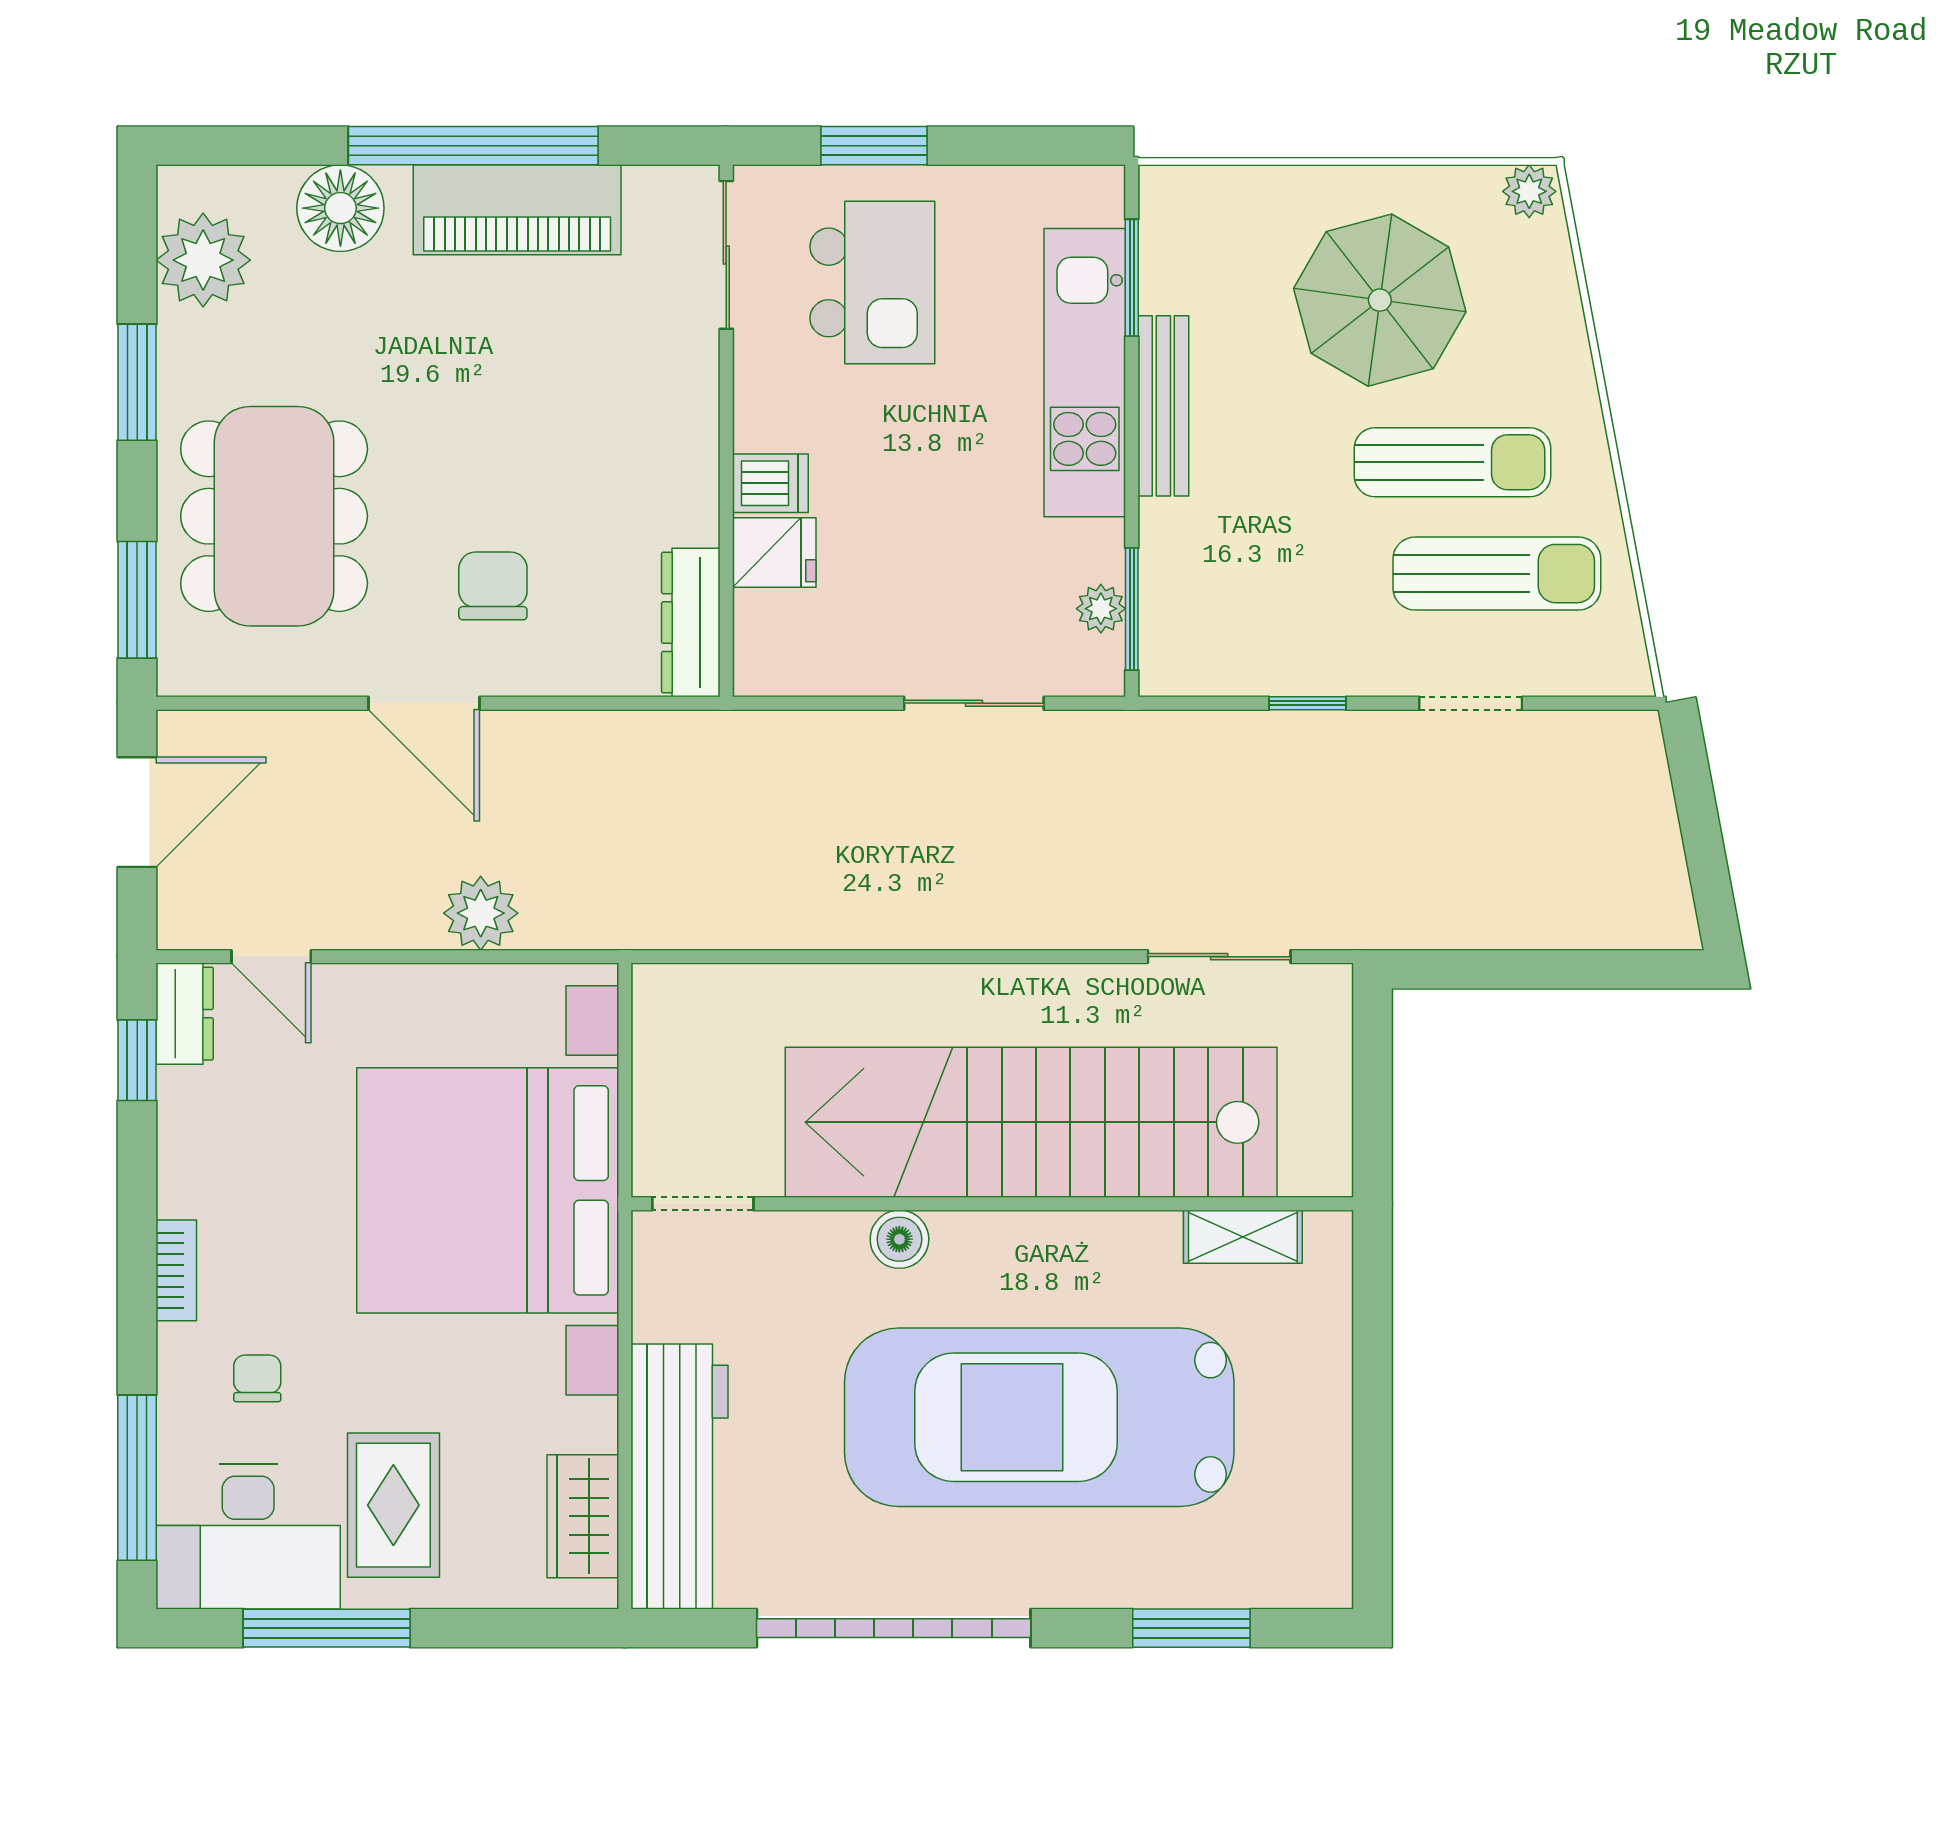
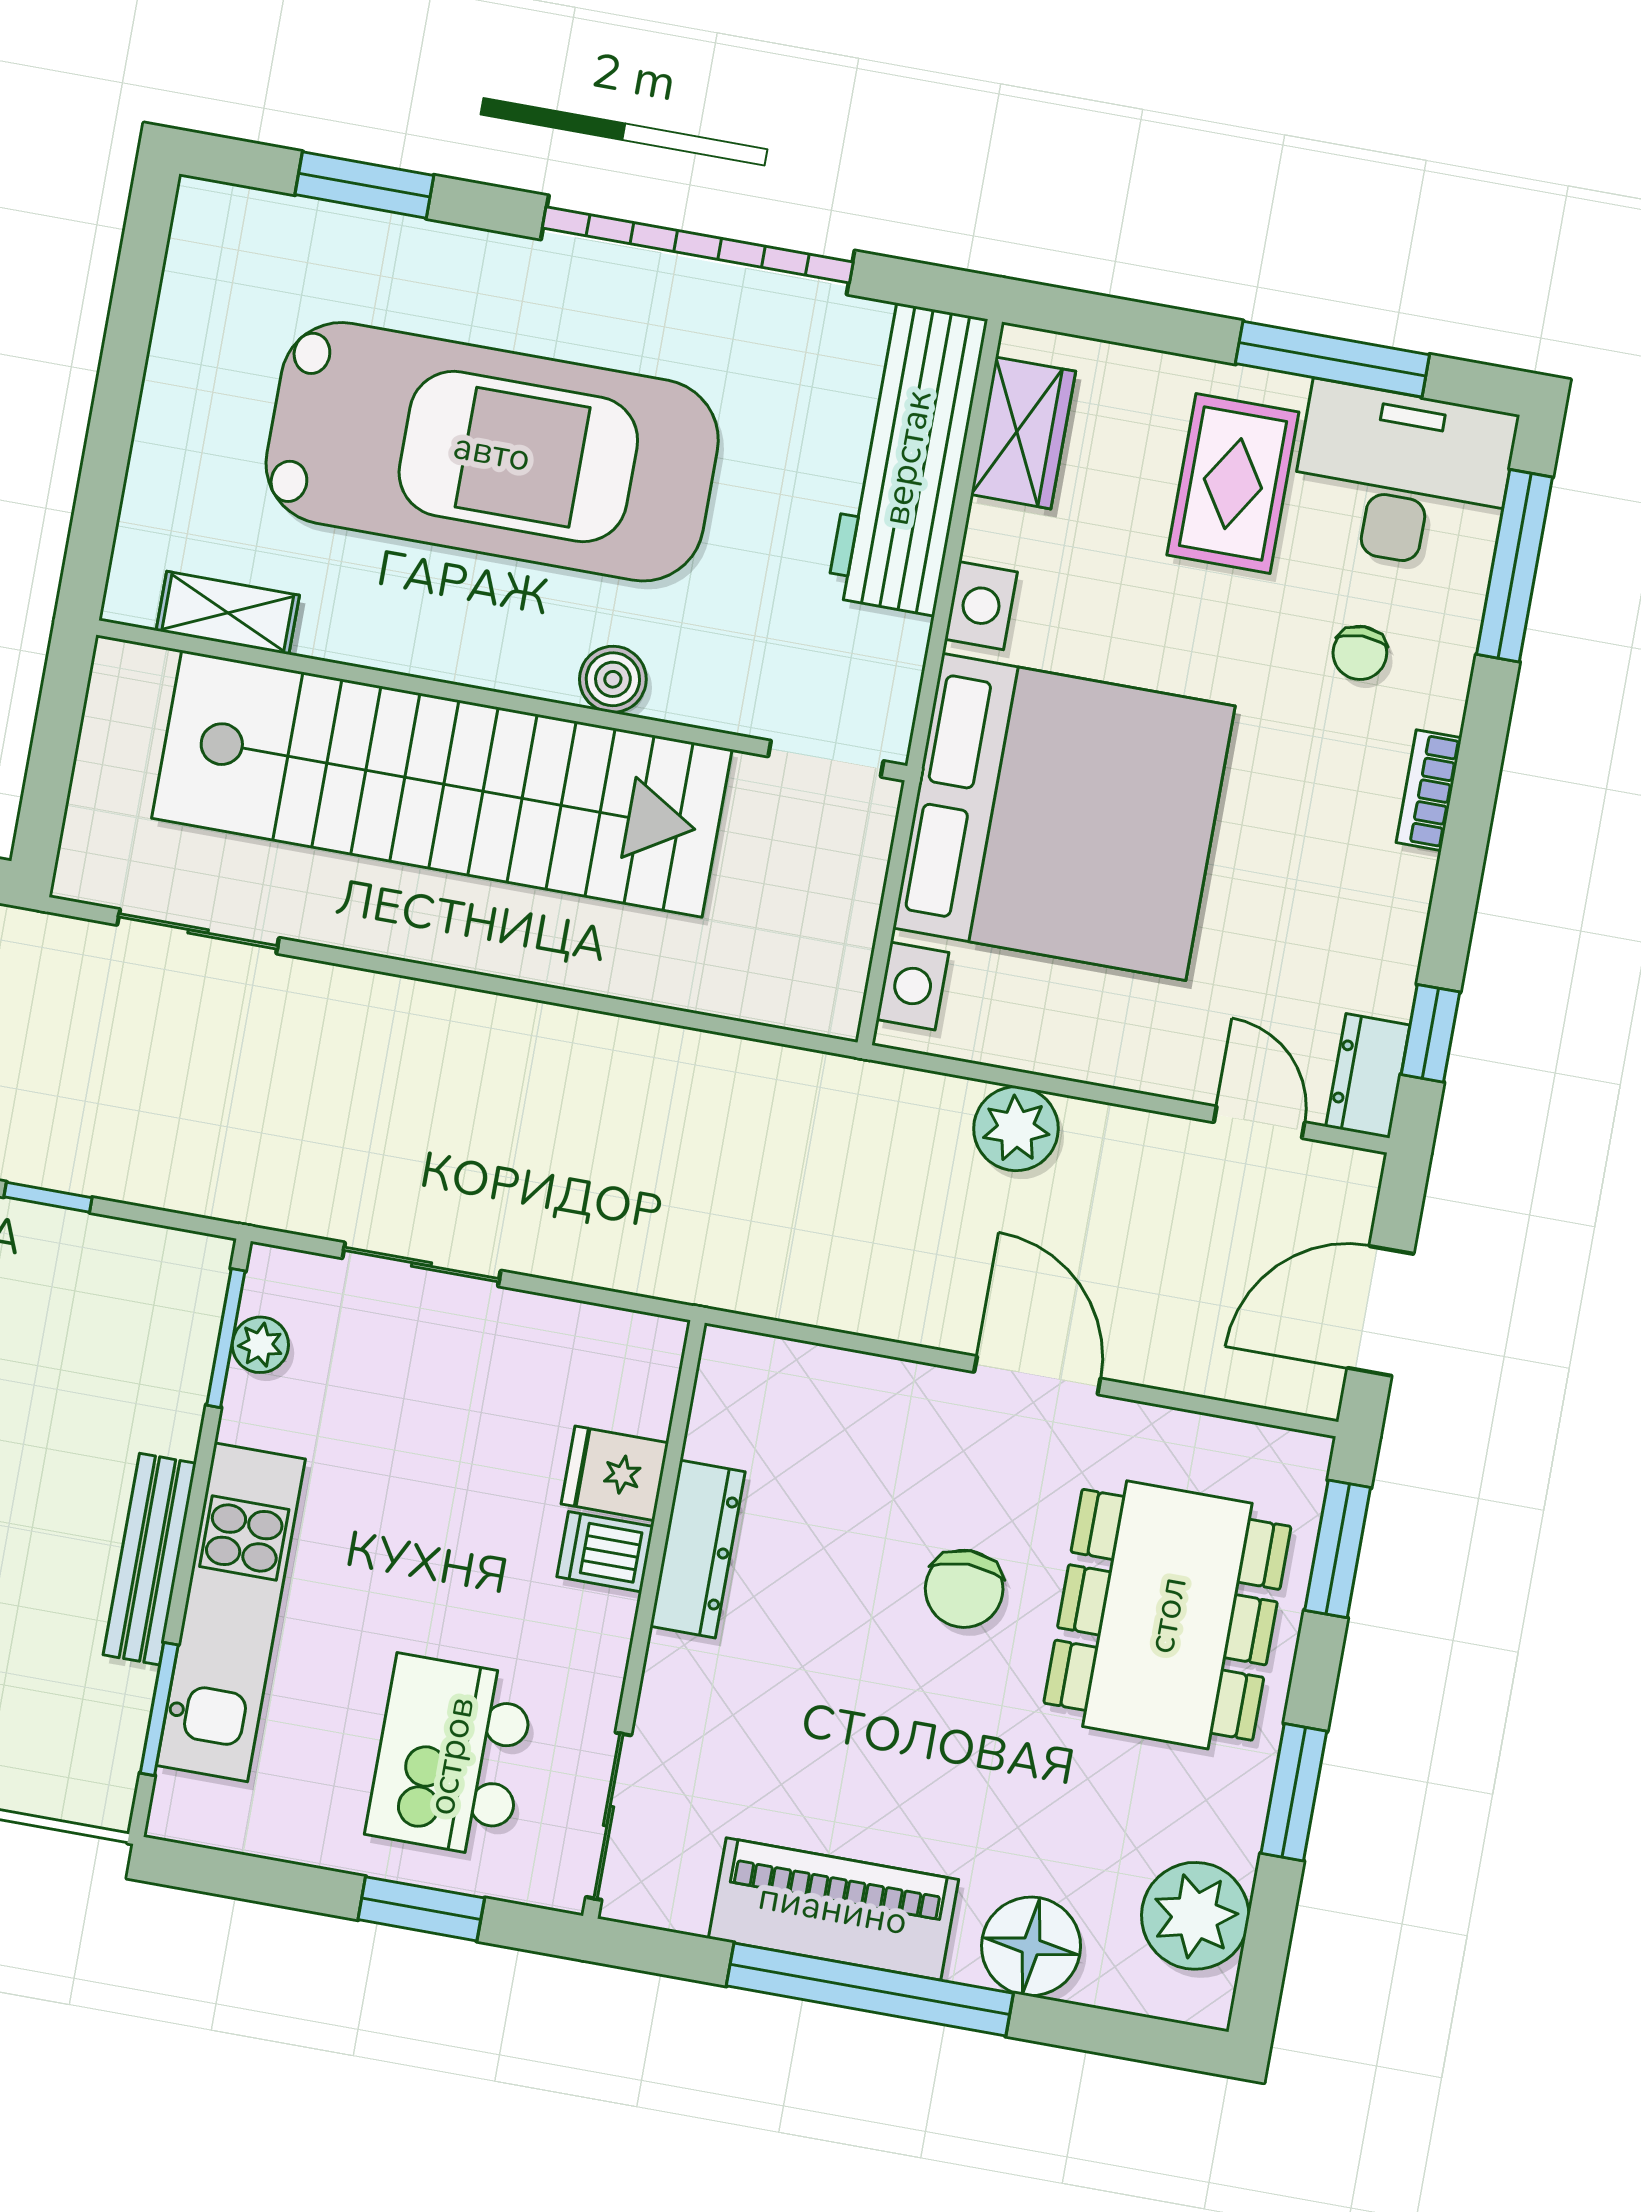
chair: (493, 586) -> (964, 1589), moved
dresser: (691, 623) -> (698, 1549), moved

